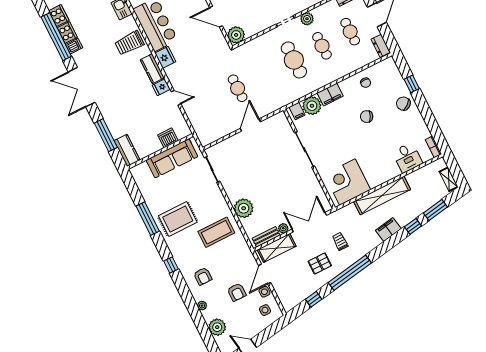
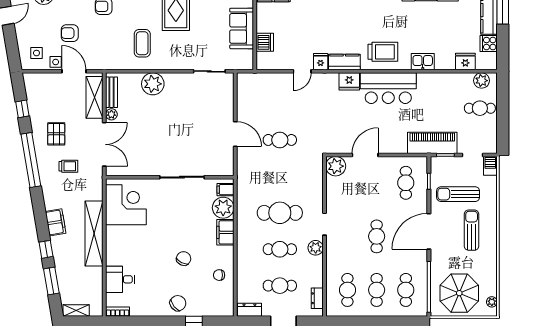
trolley: (129, 43) -> (383, 52), turned 90
sofa: (172, 158) -> (242, 28), width x0.73
coffee table: (216, 232) -> (142, 43), width x0.73, depth x0.76

